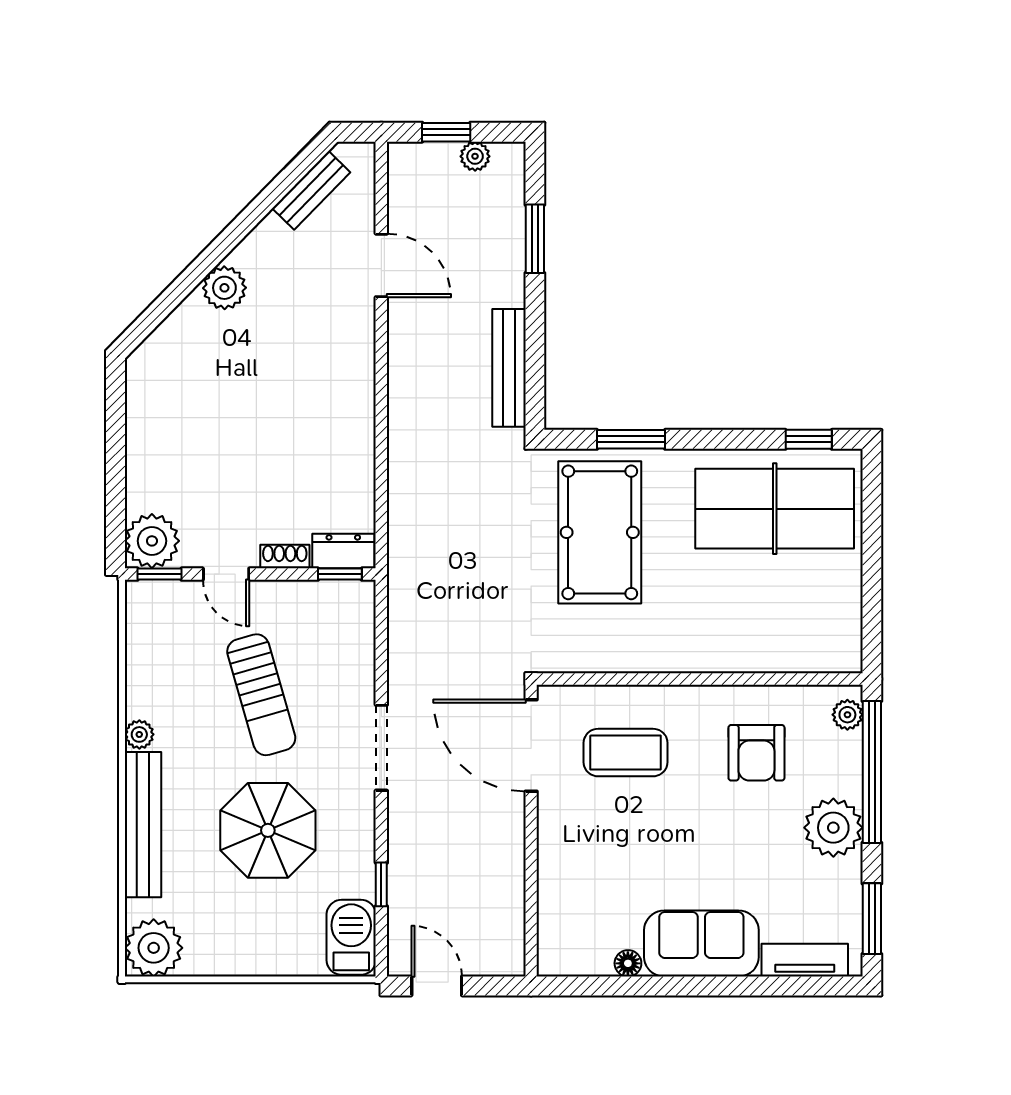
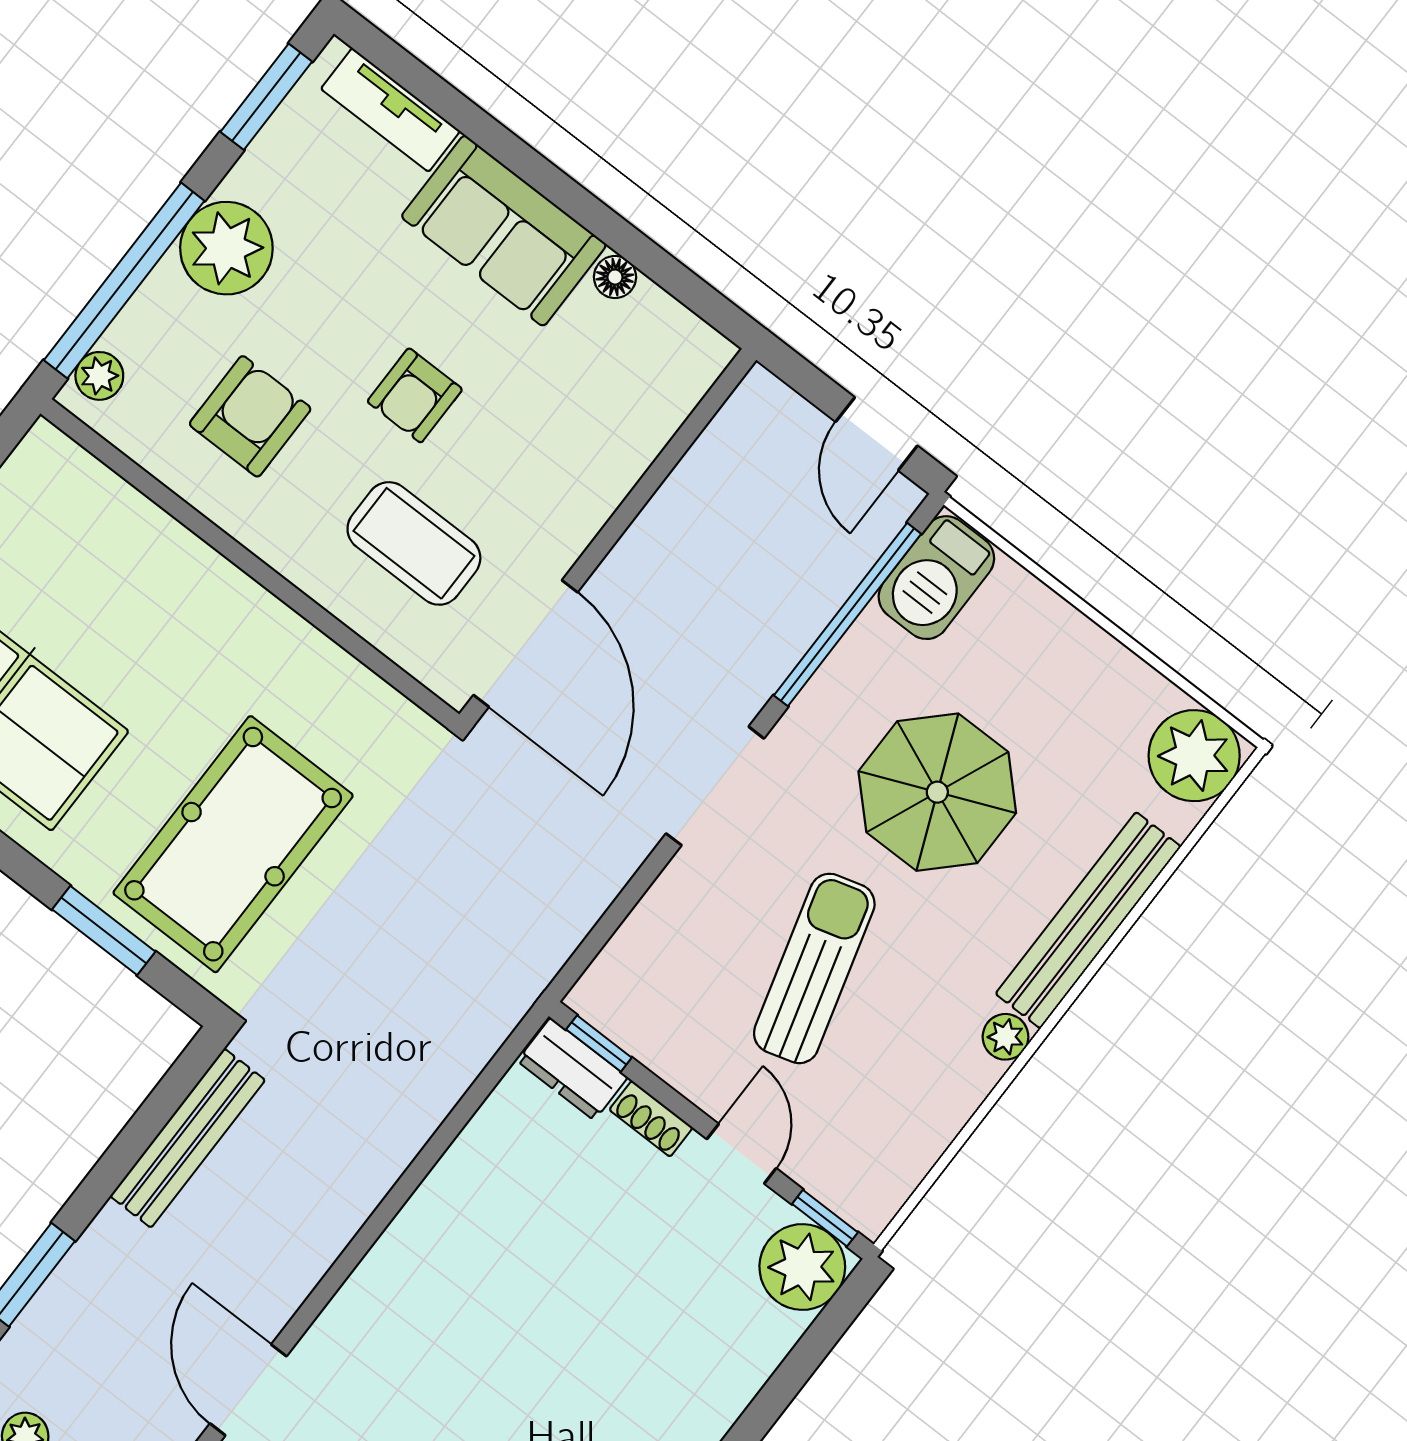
armchair: (682, 827) -> (415, 395), added
window: (381, 884) -> (848, 615), width x3.17

